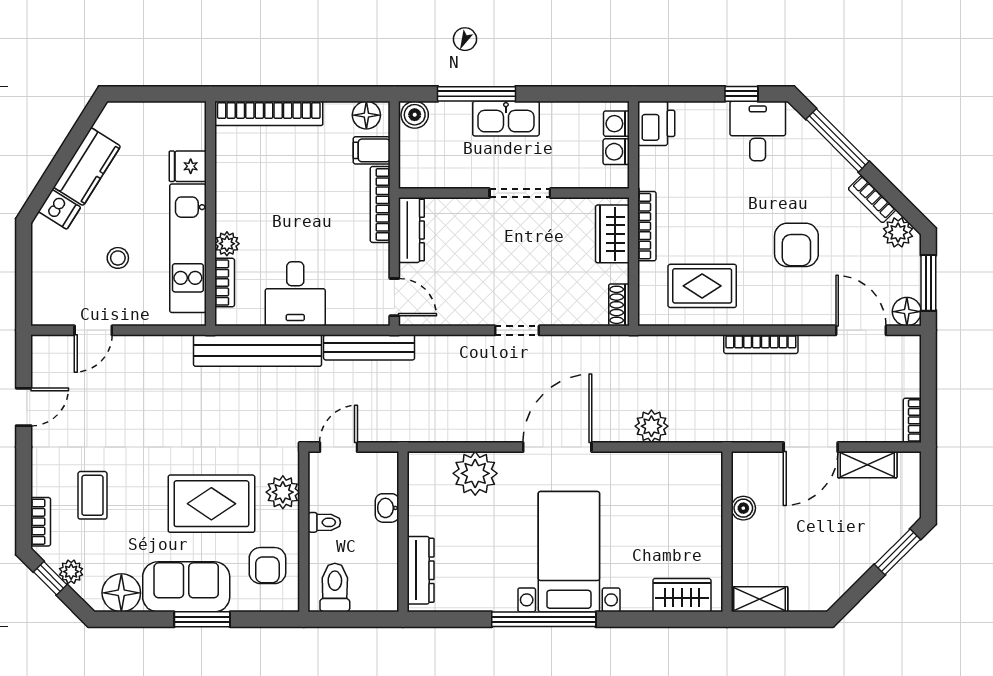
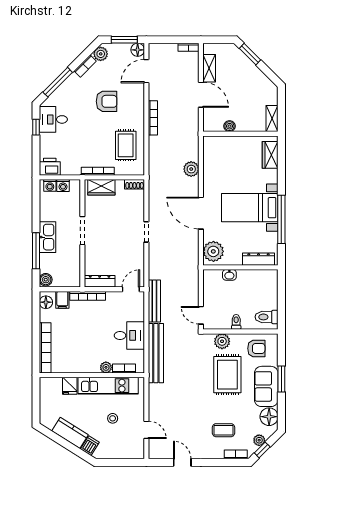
washbasin: (387, 508) -> (229, 275), moved
wall: (403, 532) -> (240, 267), moved
dresser: (421, 570) -> (259, 259), moved

